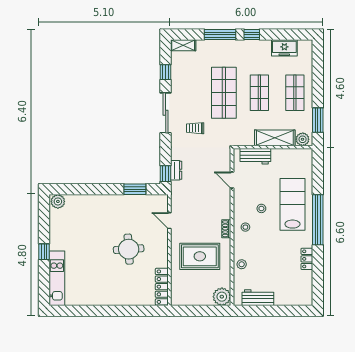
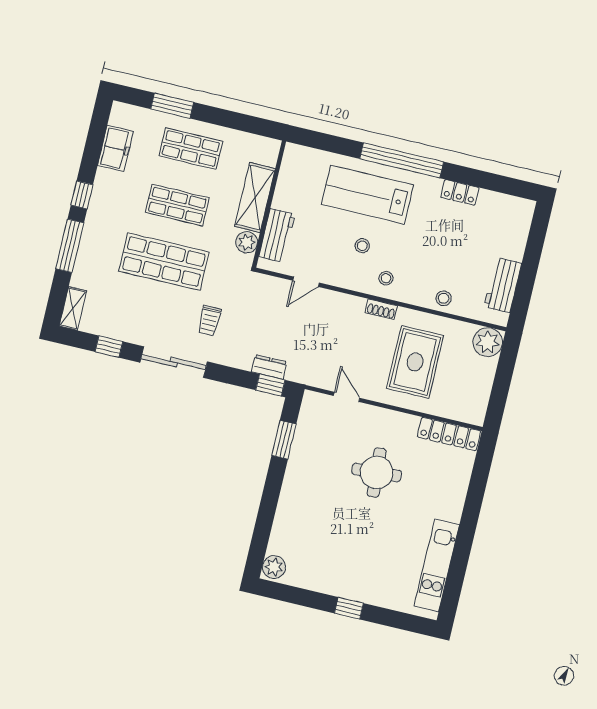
window: (318, 120) -> (172, 106), moved
plant: (303, 139) -> (247, 242), moved
door: (169, 221) -> (347, 397), swing flipped
kitchen unit: (57, 278) -> (437, 565), moved, turned -90

